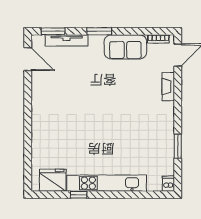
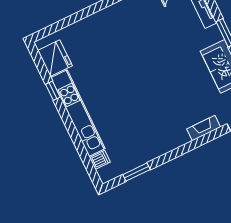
window: (178, 146) -> (137, 172), moved
dishwasher: (168, 184) -> (100, 160), moved

